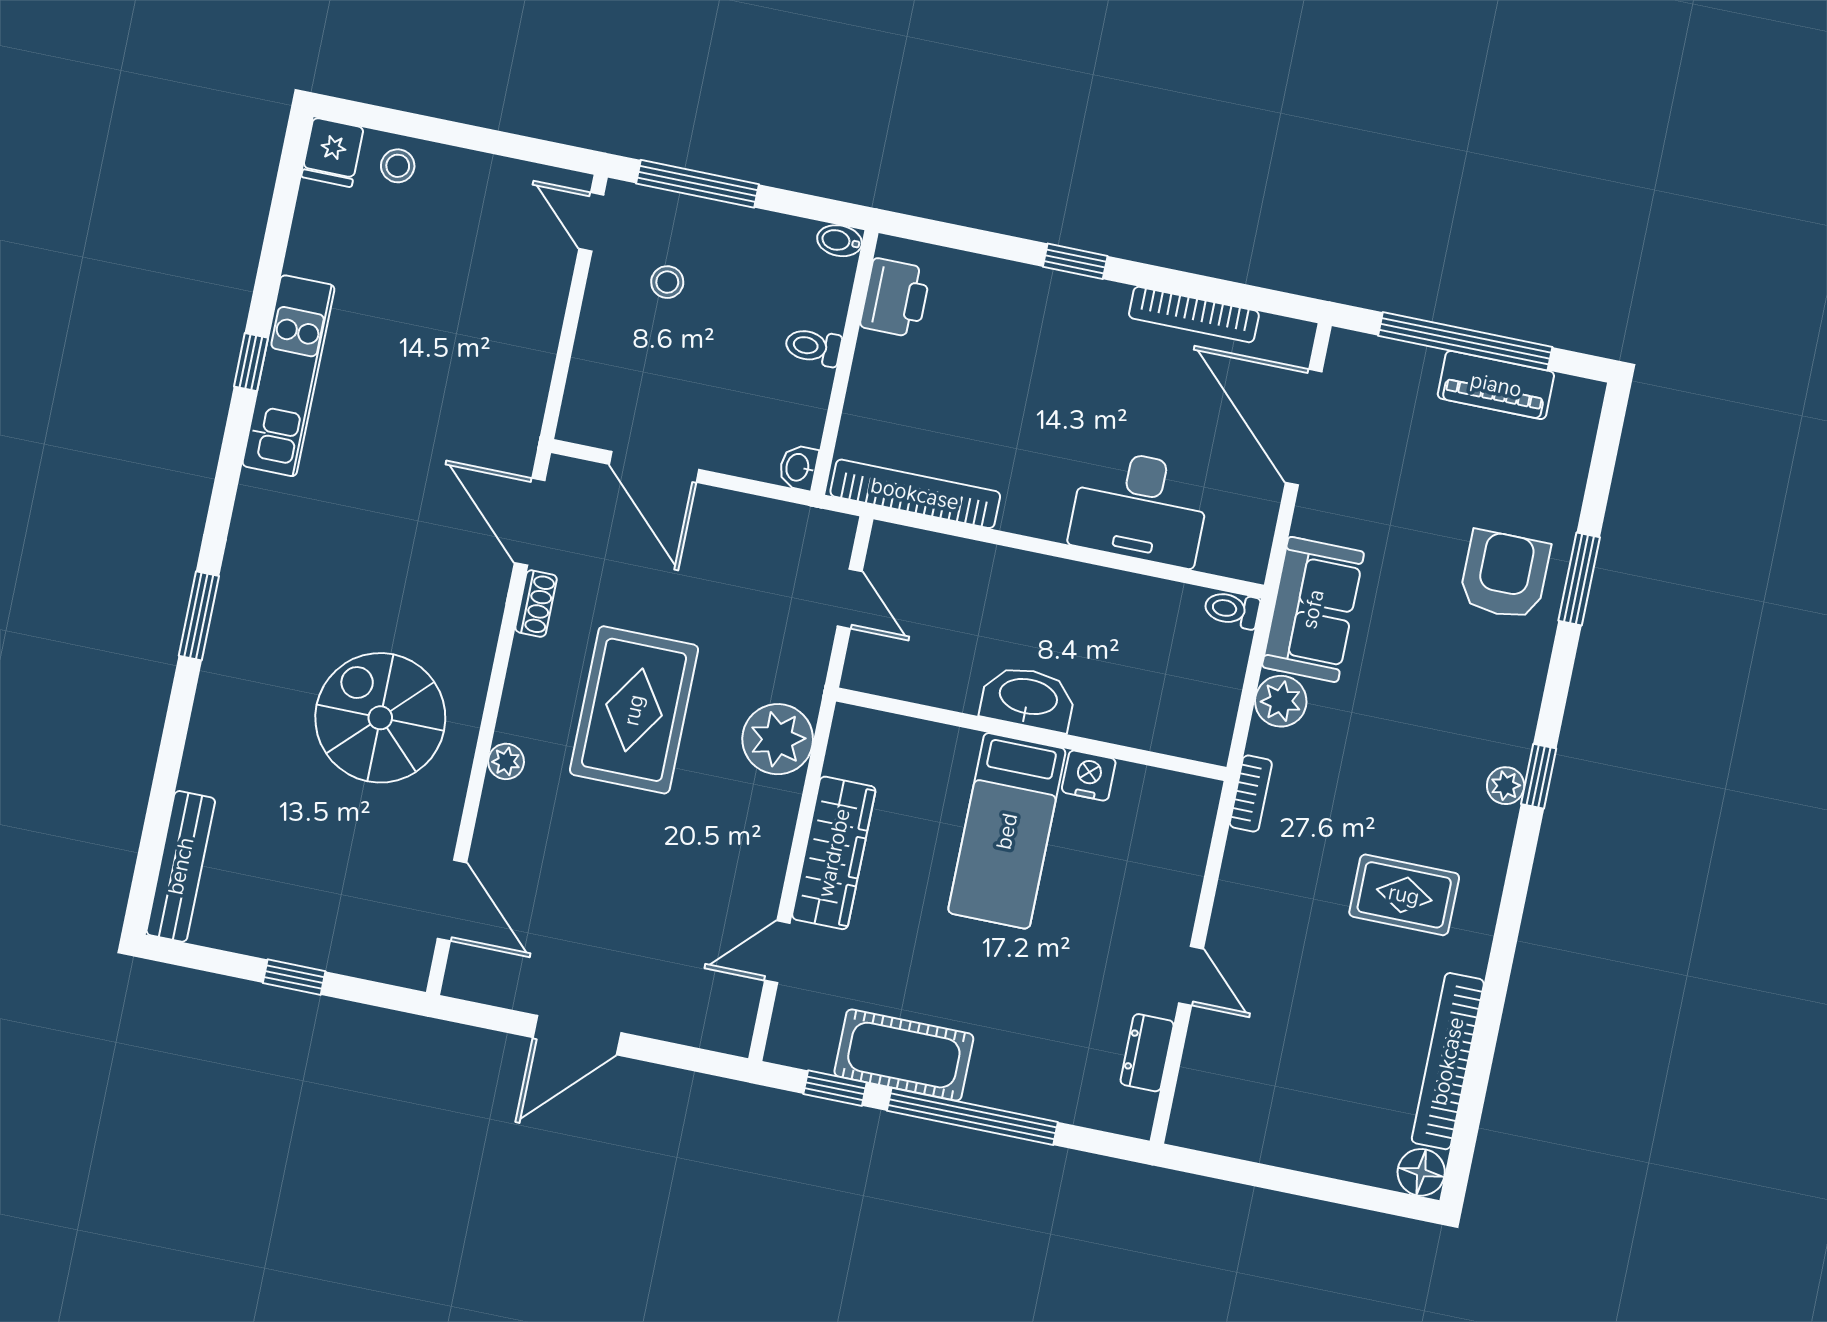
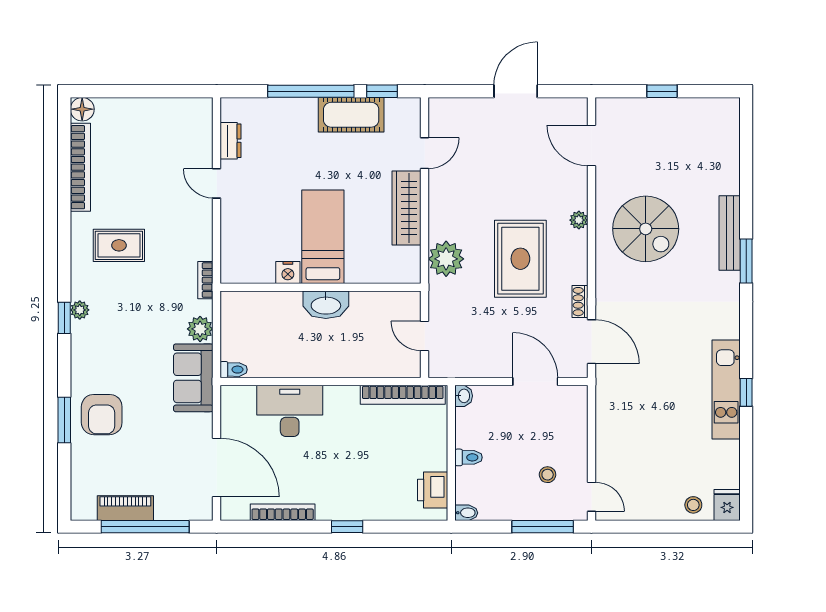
bench: (181, 866) -> (730, 233), moved

